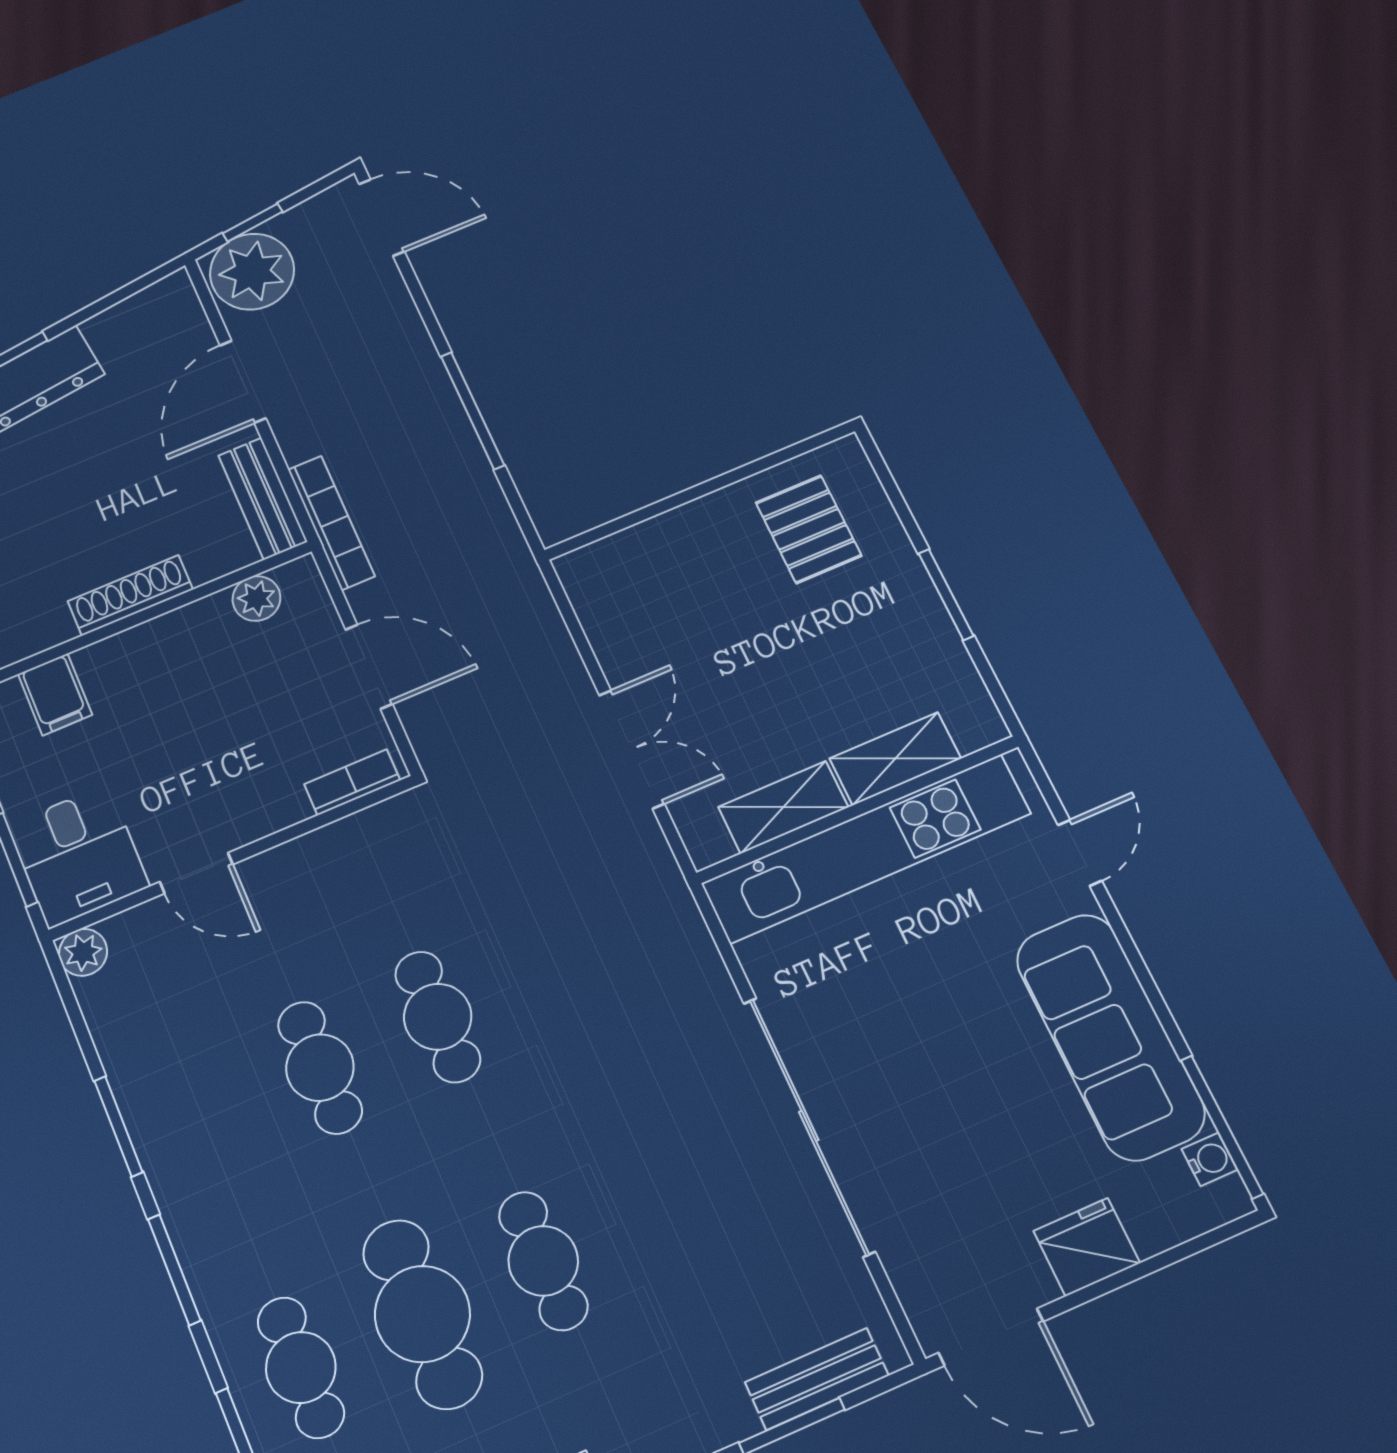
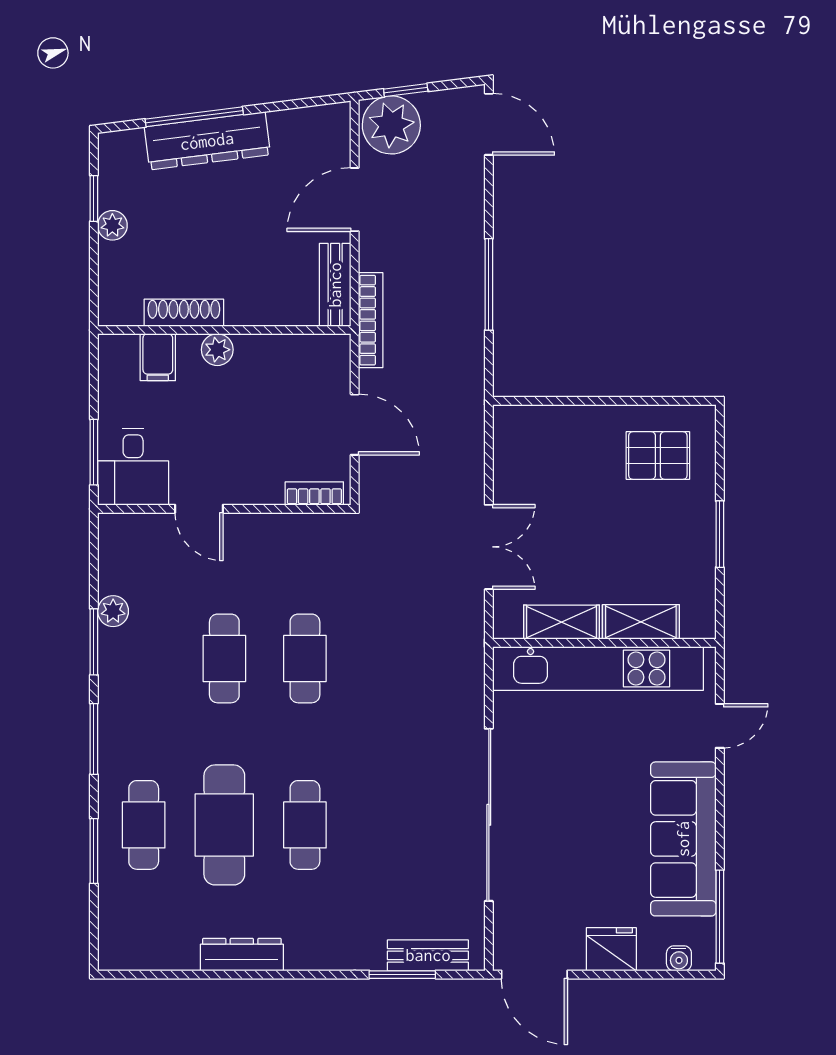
pallet: (809, 529) -> (658, 456), turned 90
shoe rack: (130, 595) -> (184, 313), moved
plant: (256, 598) -> (217, 350), moved
plant: (83, 952) -> (113, 611), moved
water cooler: (1209, 1159) -> (679, 958), moved, turned 90

